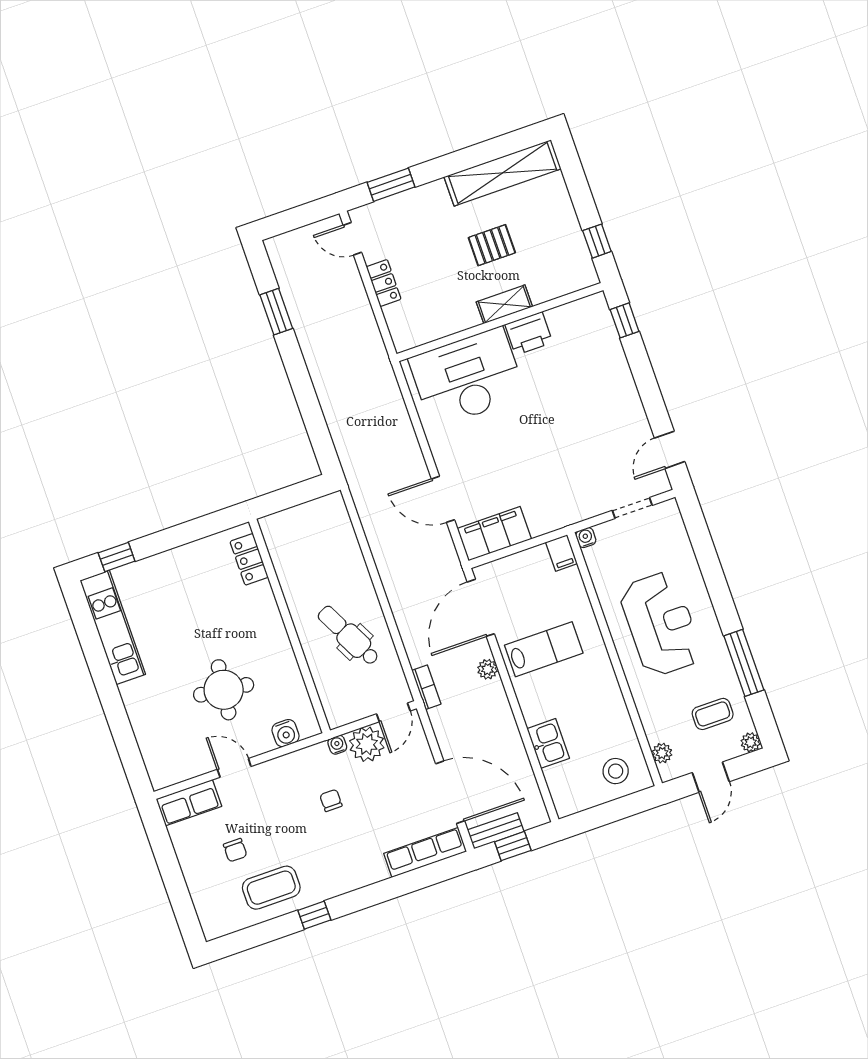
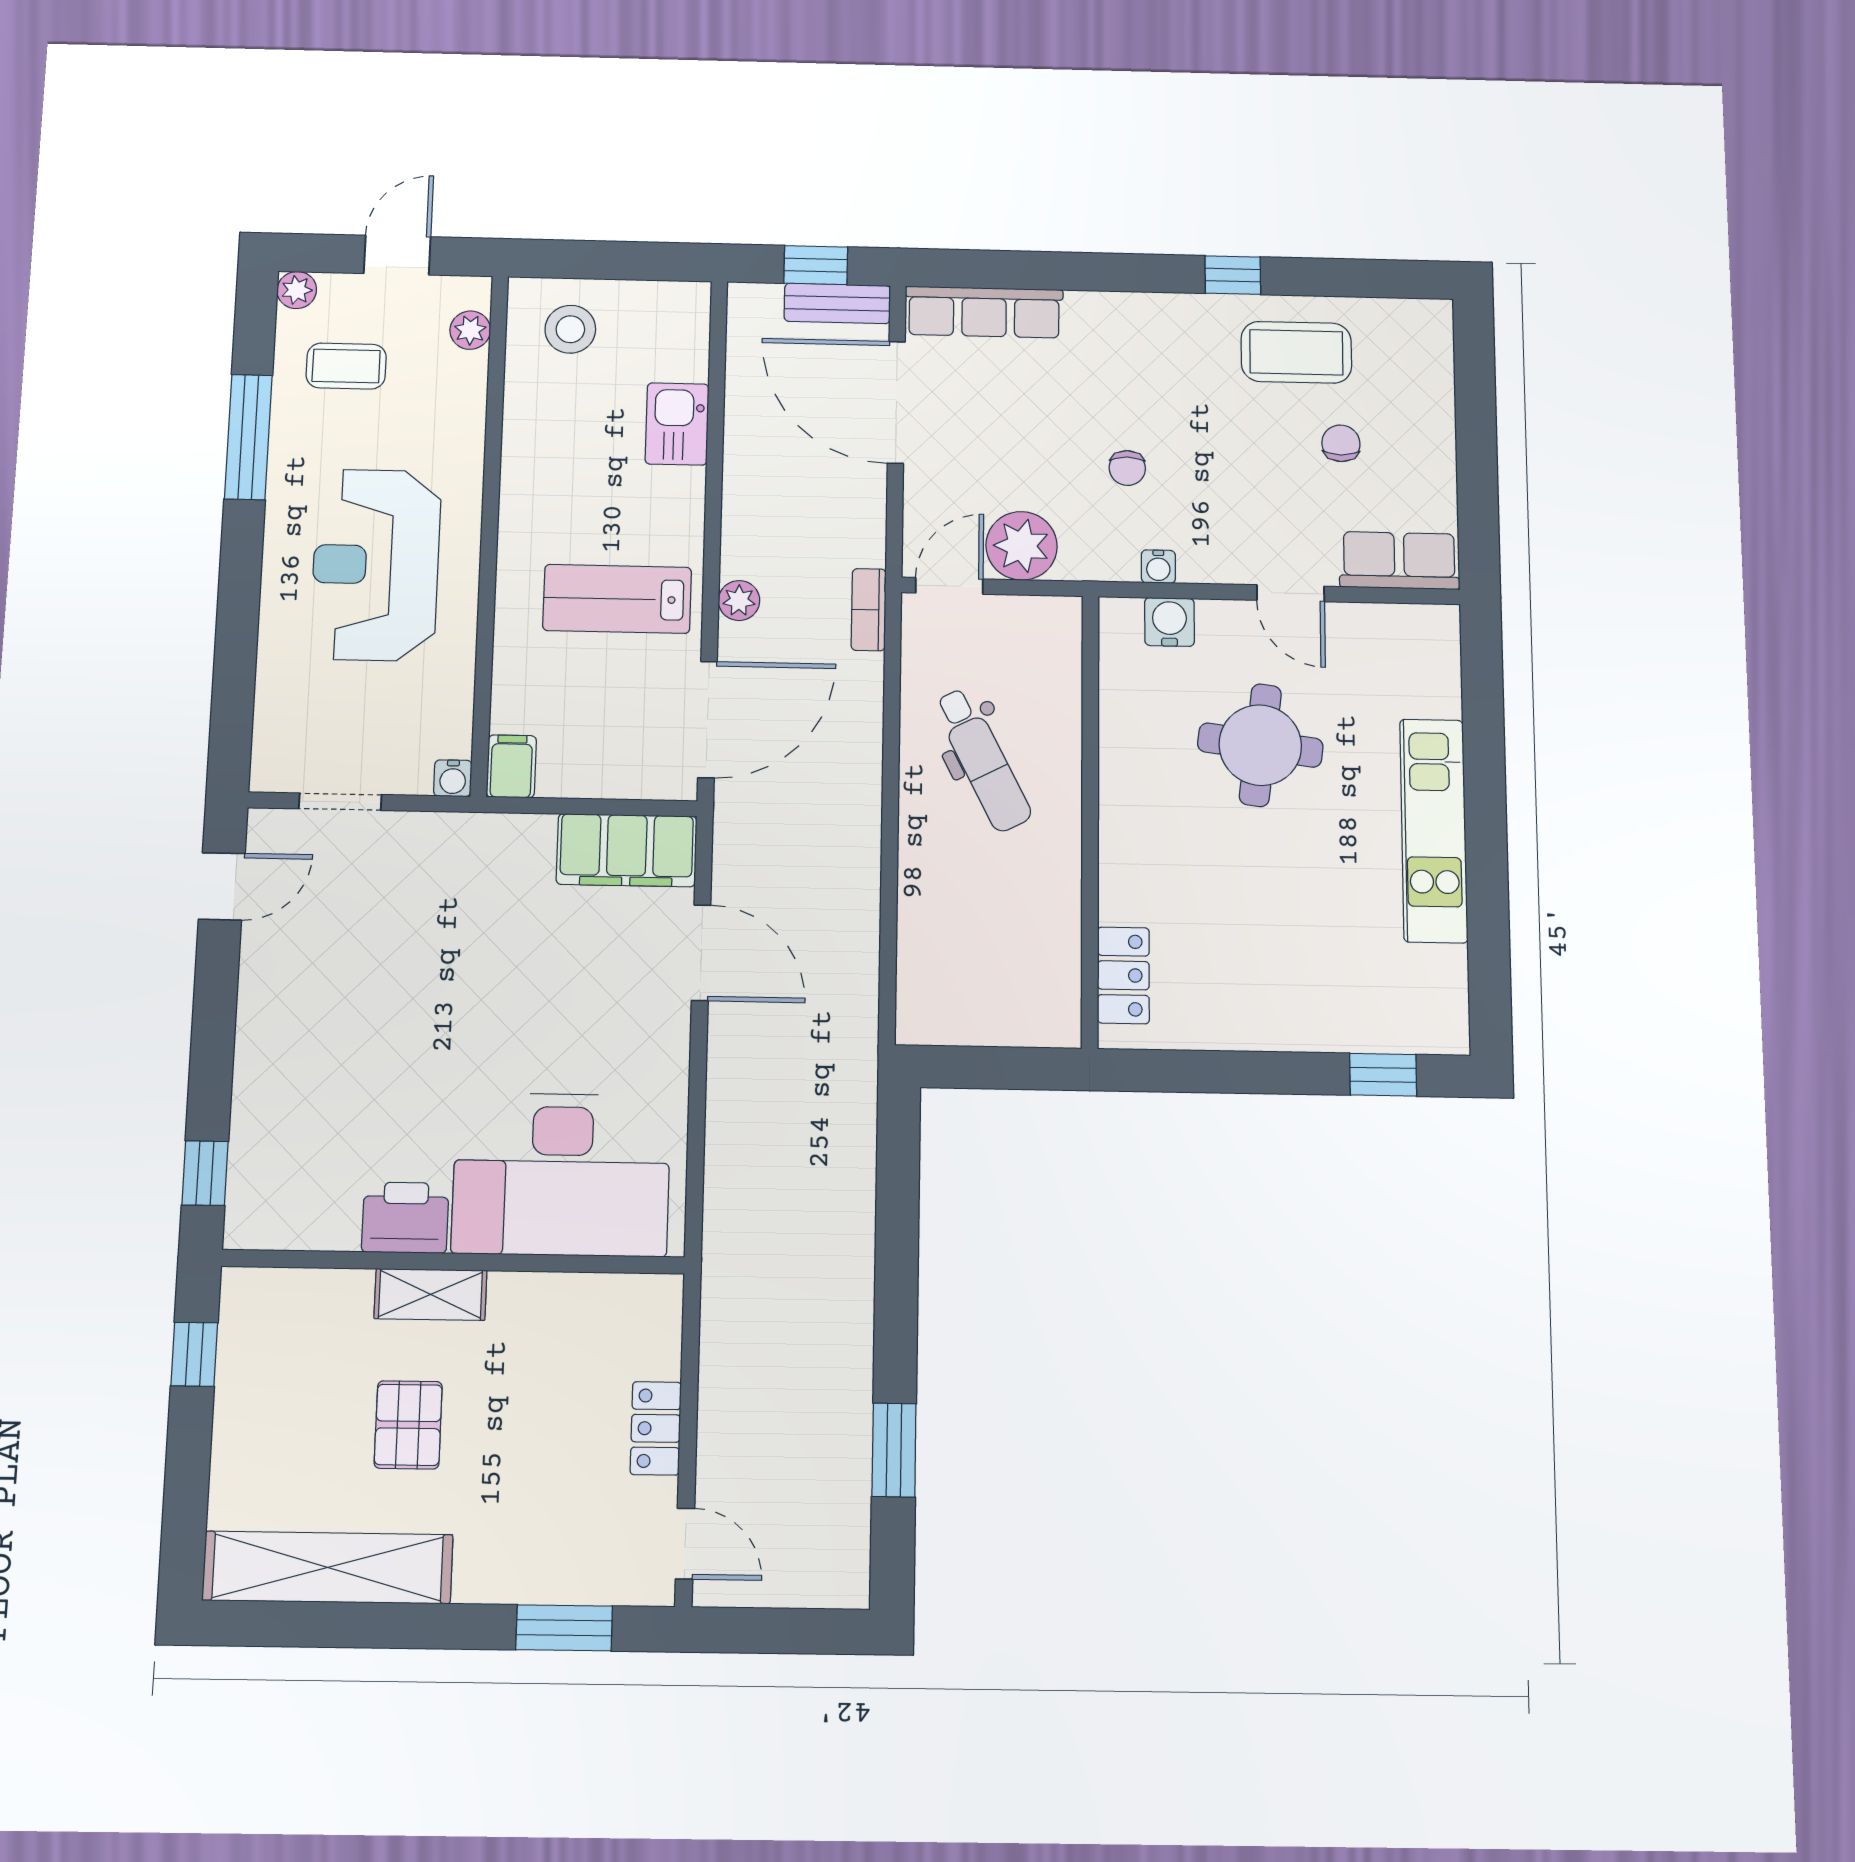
pallet: (492, 245) -> (408, 1425), turned 90
kitchen unit: (113, 627) -> (1434, 830), moved
water cooler: (337, 745) -> (1158, 567), moved

